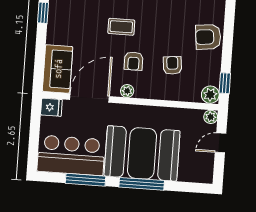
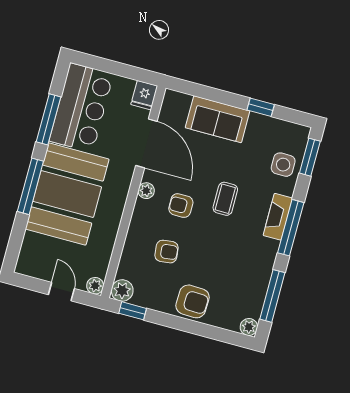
armchair: (208, 37) -> (193, 301), turned 98
sofa: (58, 69) -> (218, 119), moved

